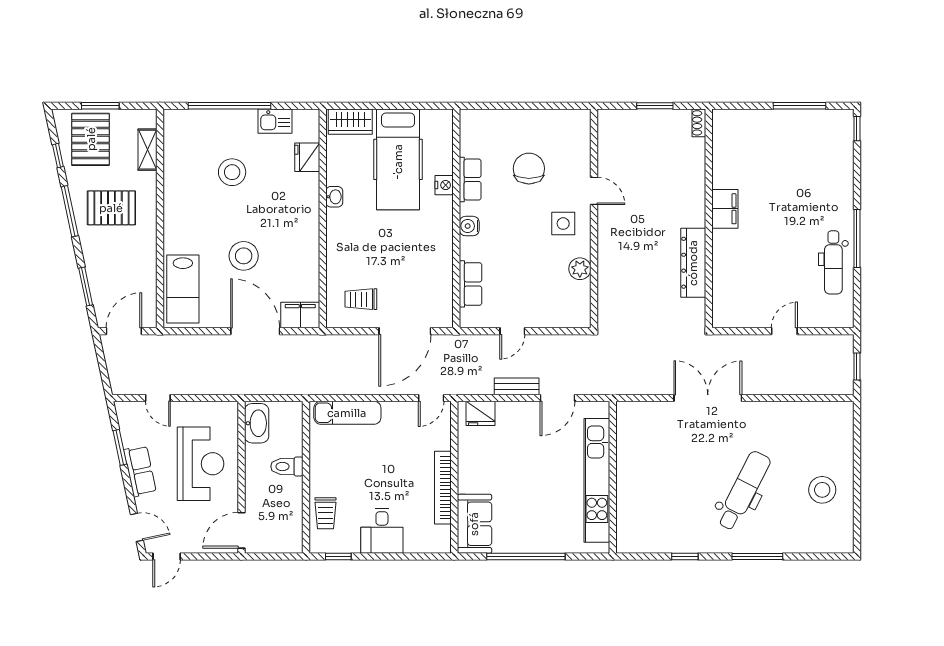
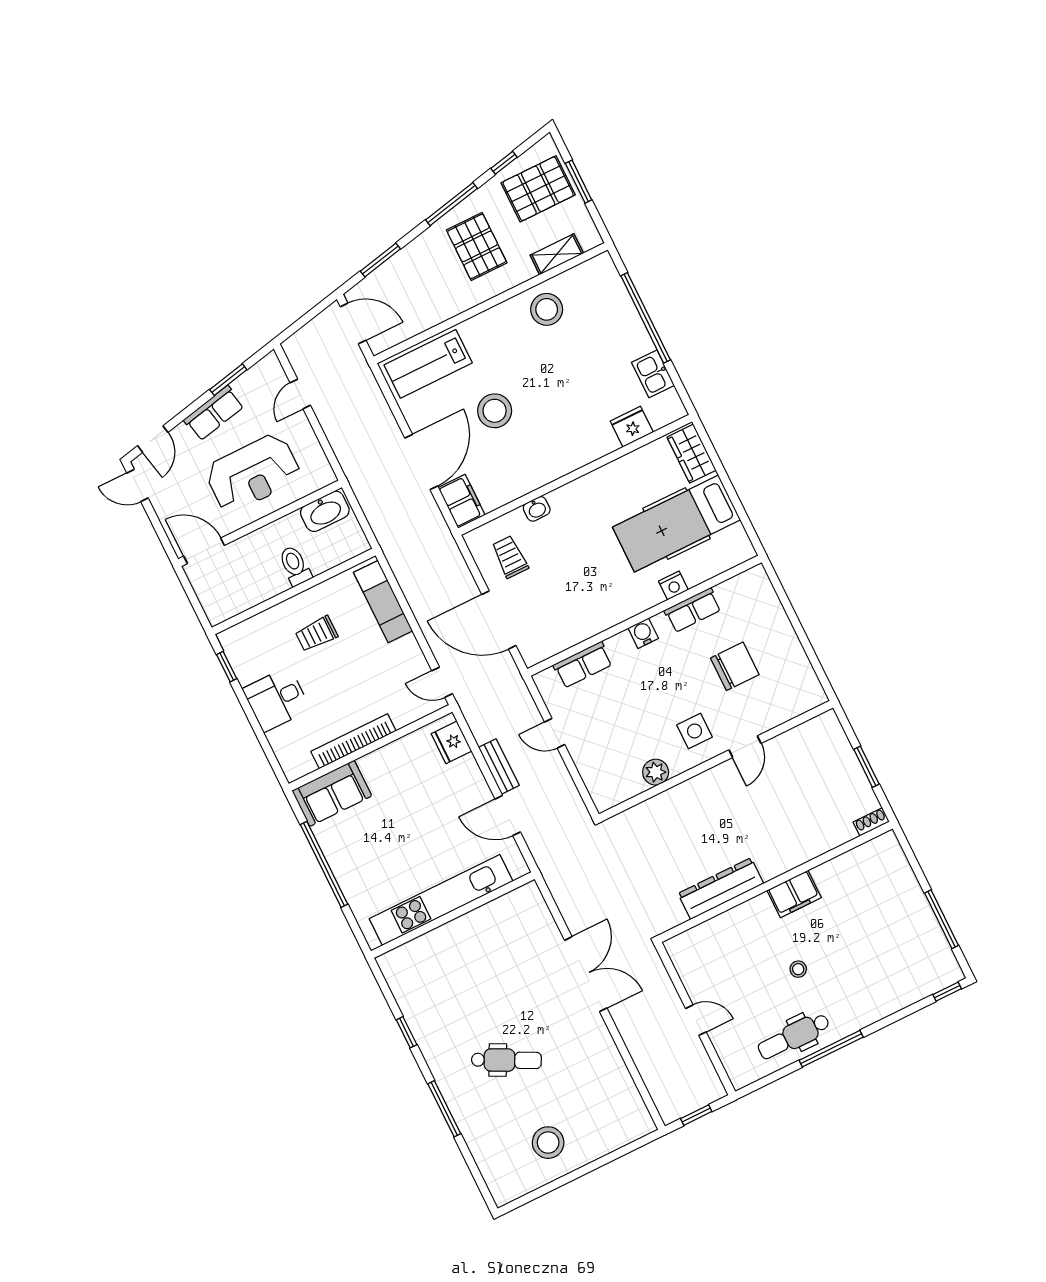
stool: (232, 172) -> (547, 309), moved
washbasin: (334, 197) -> (537, 509), moved
stool: (784, 234) -> (798, 969), added
dental chair: (744, 491) -> (506, 1060), width x0.73, depth x0.72
trolley: (325, 513) -> (317, 634), moved

